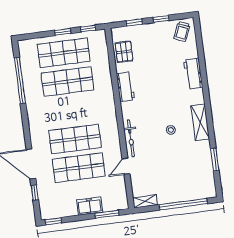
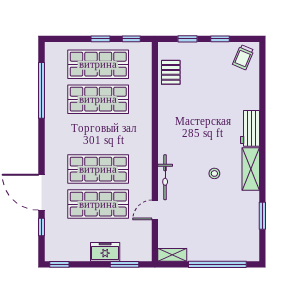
workbench: (193, 74) -> (250, 128), moved
workbench: (125, 87) -> (167, 115), removed

